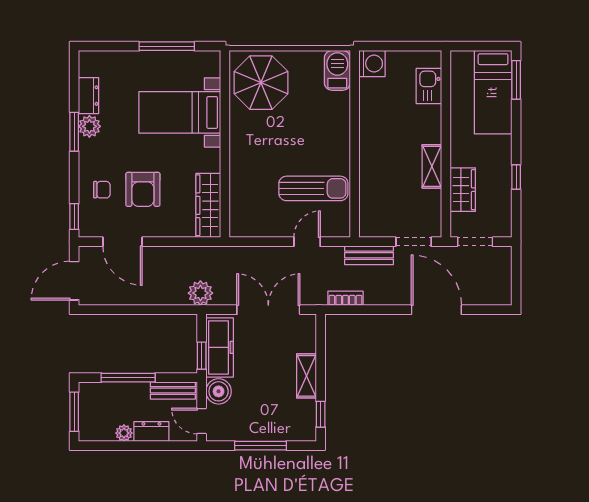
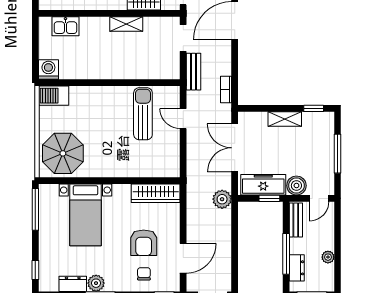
window: (107, 46) -> (35, 270), added
window: (167, 46) -> (35, 209), moved
armchair: (143, 189) -> (144, 243), turned 90
dresser: (151, 432) -> (297, 268), moved, turned 180

